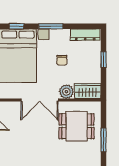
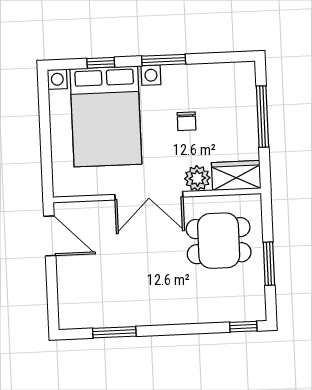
dresser: (85, 35) -> (227, 73), removed
window: (103, 60) -> (263, 117), width x2.17

